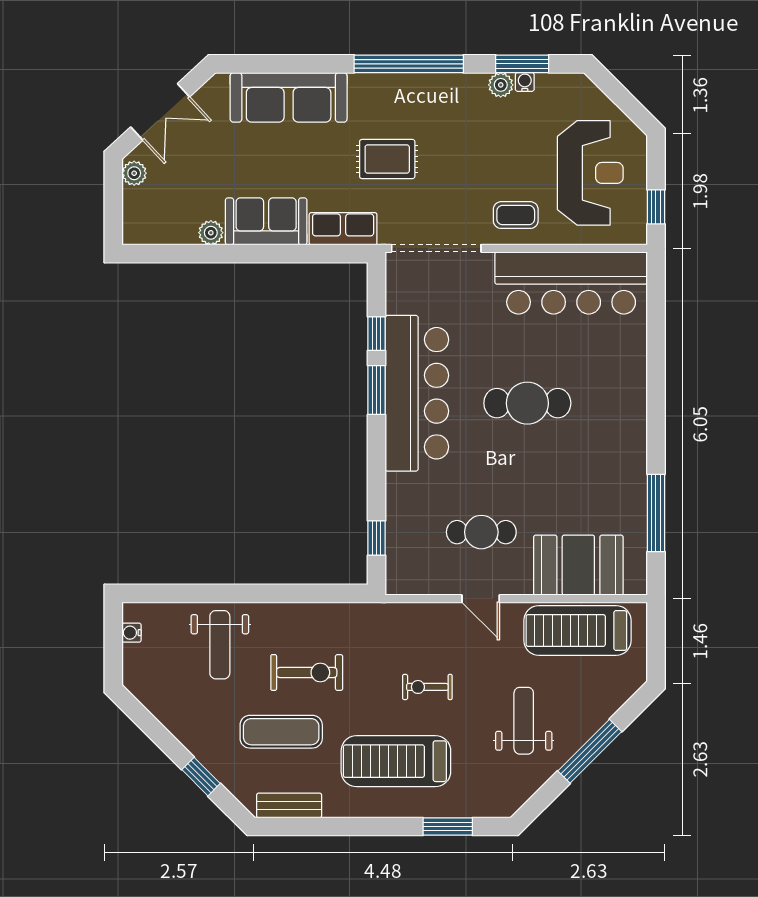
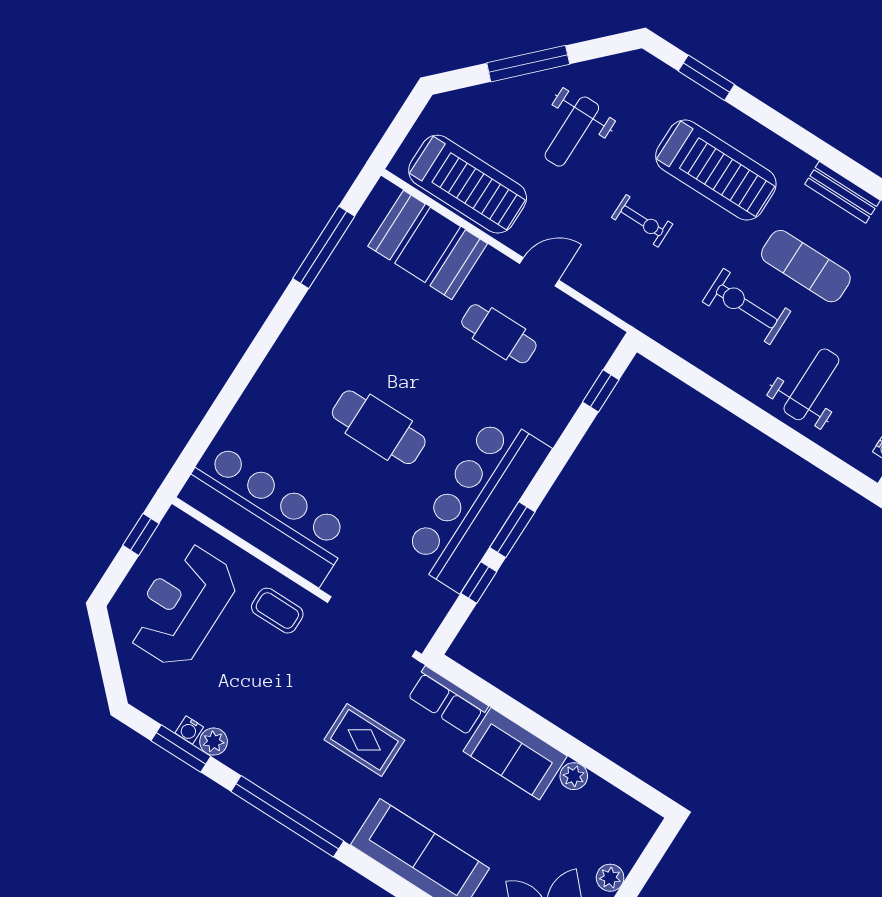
door: (481, 599) -> (539, 272), hinge flipped

